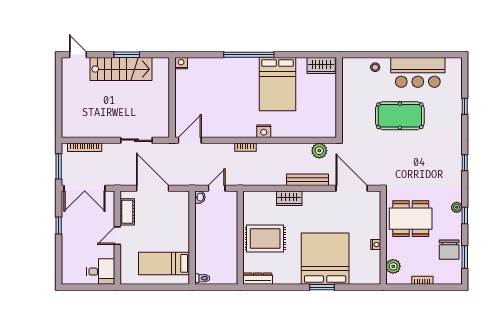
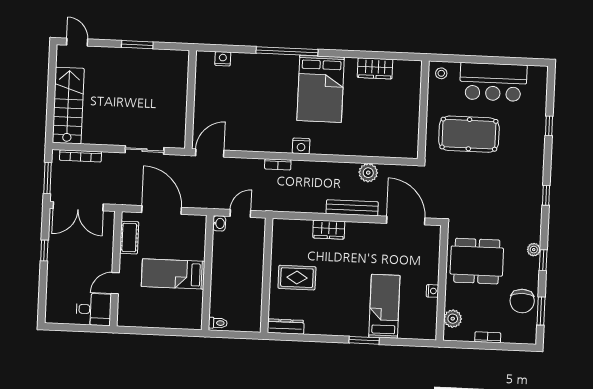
nightstand: (181, 63) -> (223, 59), moved
stairs: (121, 69) -> (68, 106), moved, turned -90
wall: (339, 97) -> (423, 110), moved
door: (117, 236) -> (115, 283), moved
rug: (265, 238) -> (297, 278), width x0.73, depth x0.70
bed: (325, 259) -> (384, 306), width x0.49
bed: (164, 263) -> (173, 274), moved

